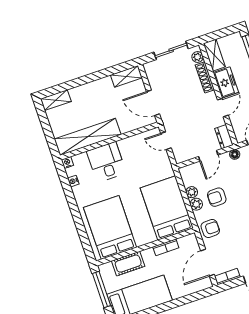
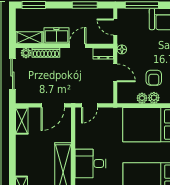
door: (223, 108) -> (78, 46), hinge flipped

